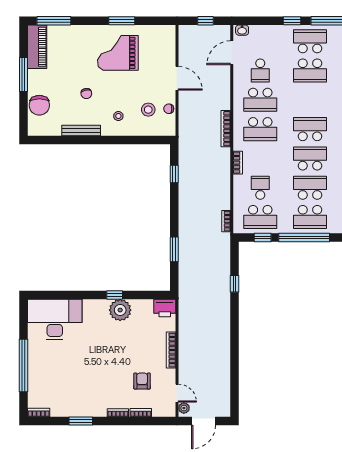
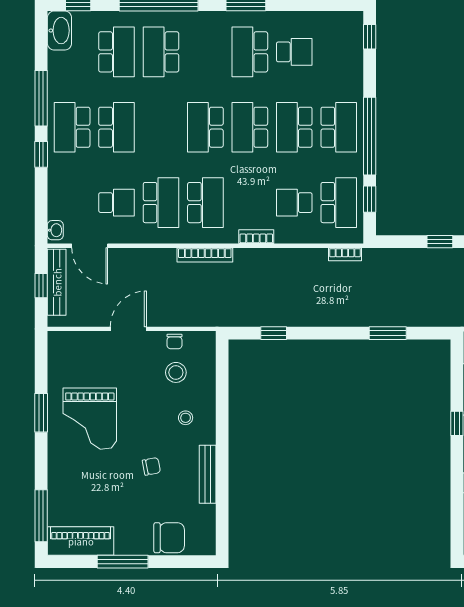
bench: (208, 31) -> (57, 282), added

